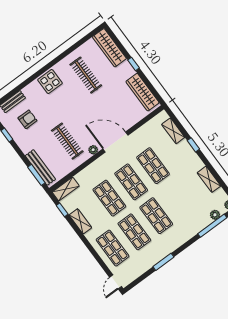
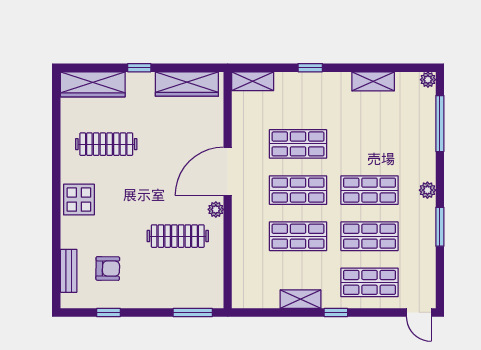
armchair: (27, 119) -> (108, 268), turned 91
shelving: (173, 131) -> (253, 81), moved
bench: (40, 167) -> (187, 300), removed
shelving: (66, 189) -> (242, 287), removed
window: (62, 210) -> (336, 312), moved
plant: (215, 215) -> (427, 190), moved

